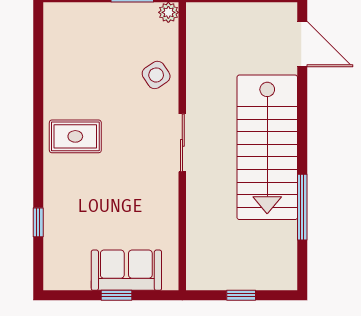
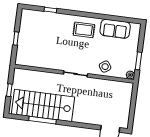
rug: (75, 136) -> (84, 30), turned 90
stairs: (267, 147) -> (43, 105), moved
sofa: (126, 270) -> (115, 29), moved, turned 90

